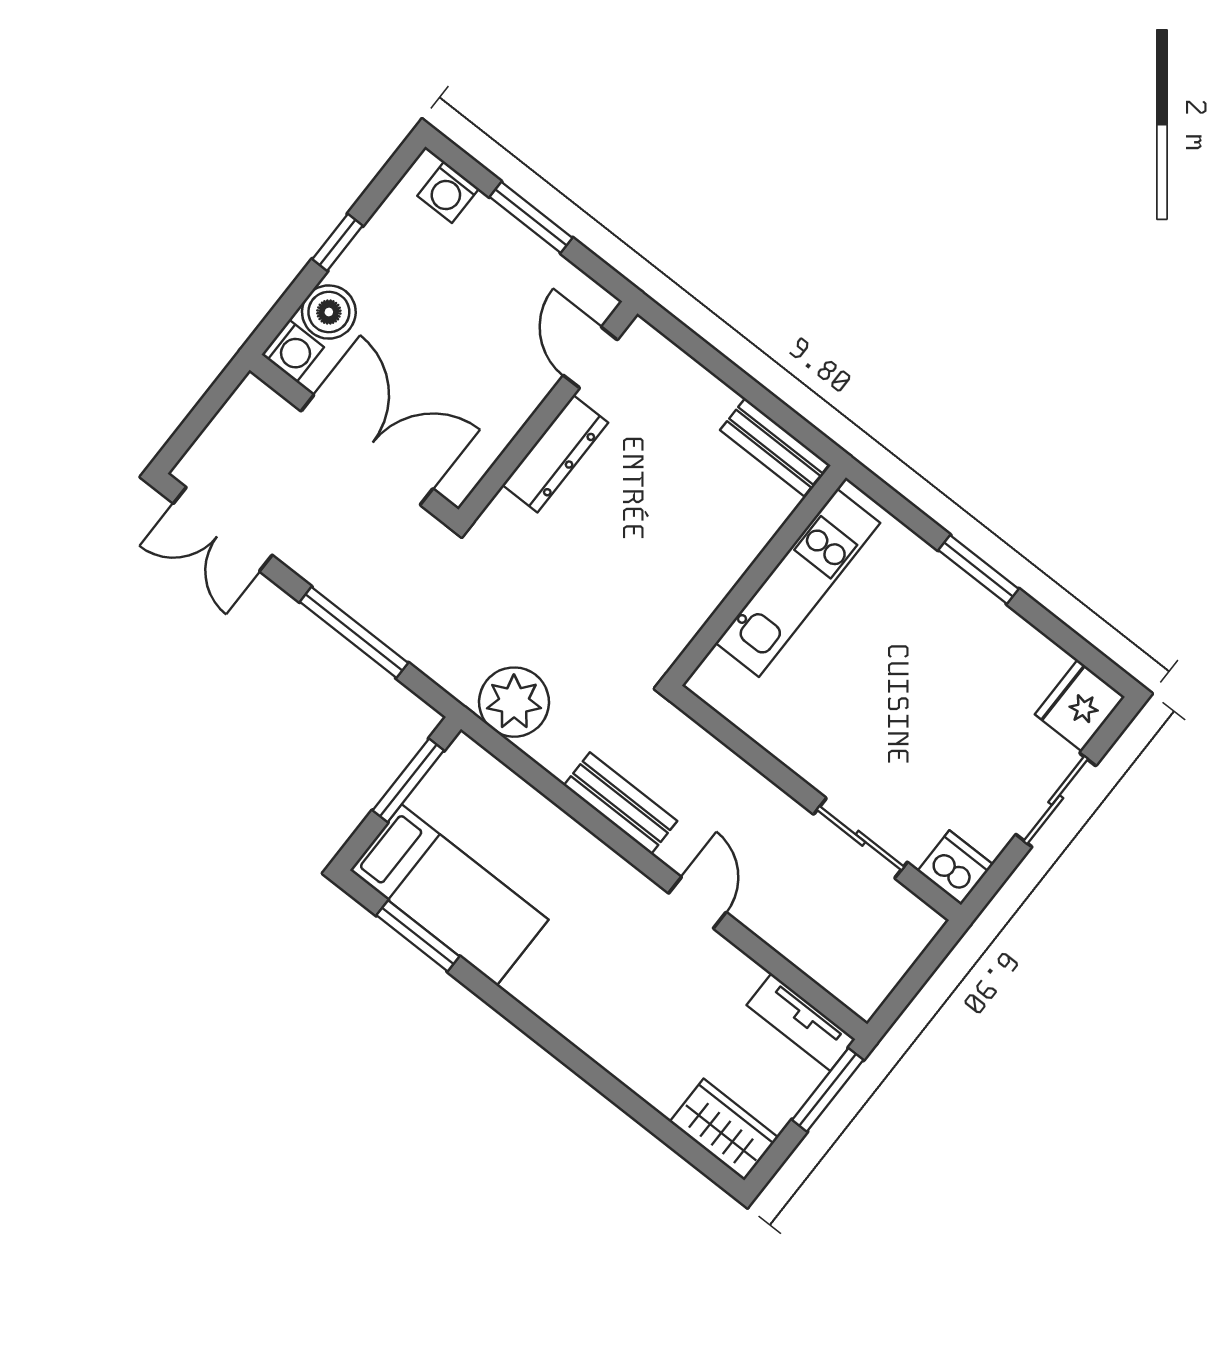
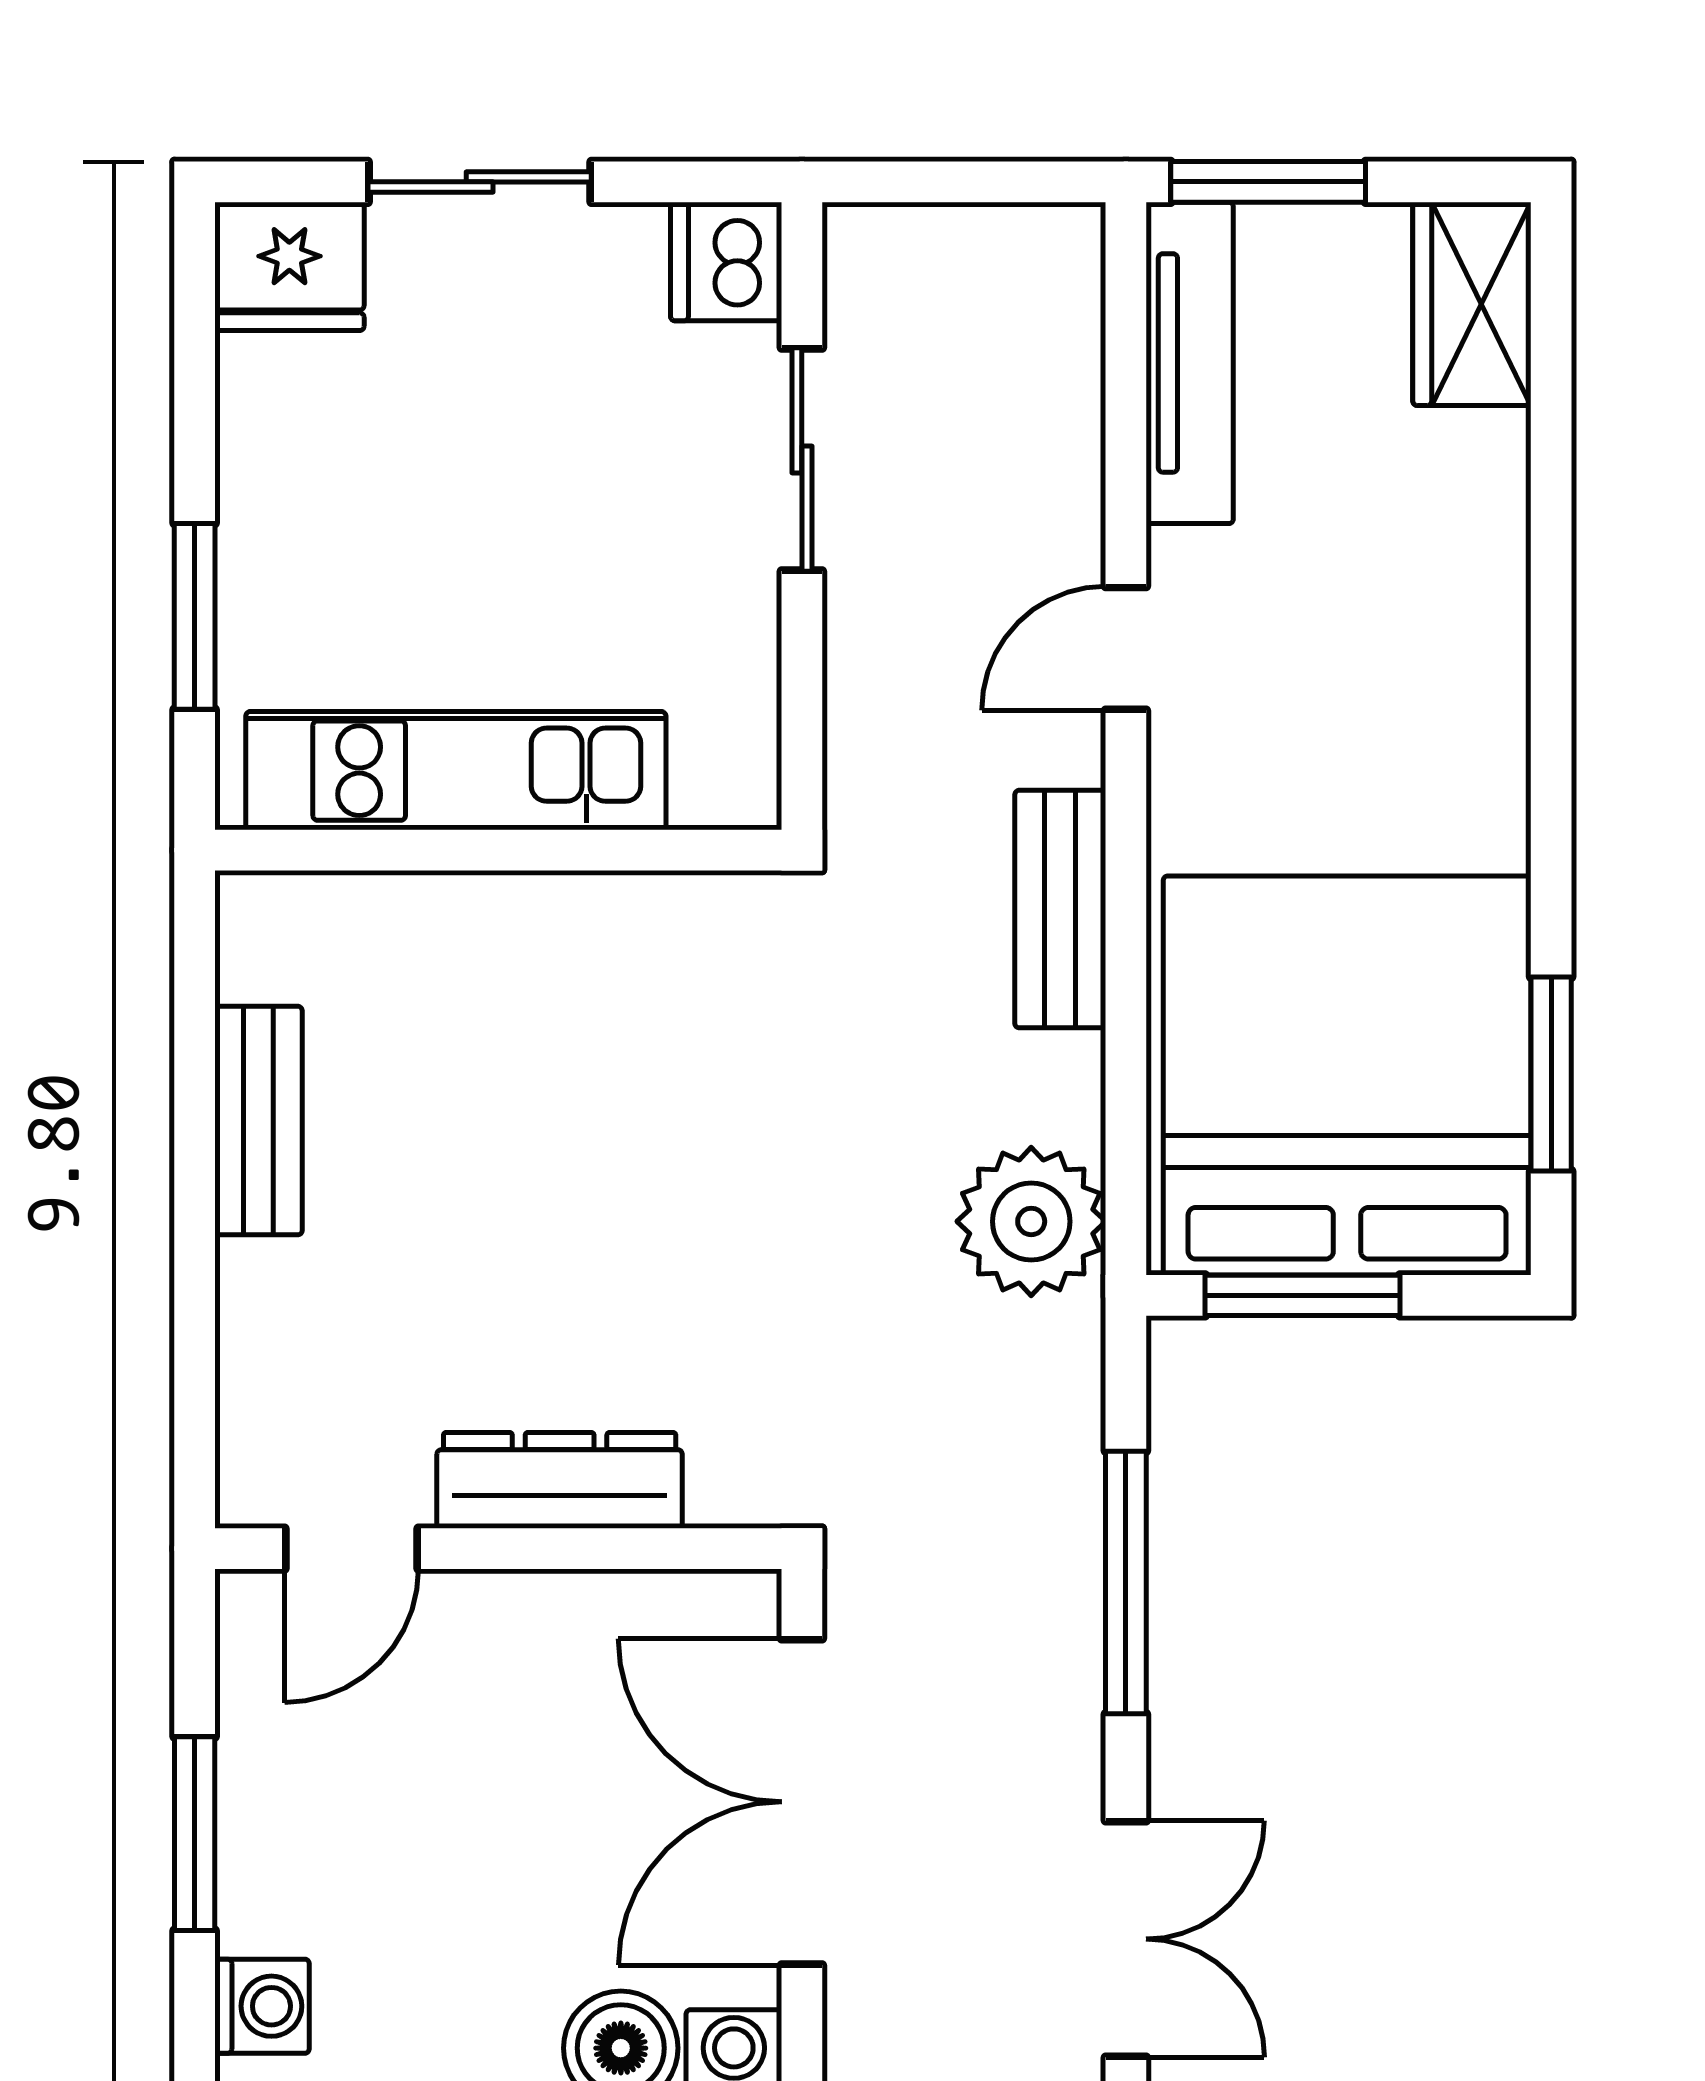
wall: (756, 576) -> (498, 850), moved
kitchen unit: (798, 583) -> (456, 771), moved
bed: (449, 895) -> (1347, 1076), width x2.04
tv unit: (801, 1022) -> (1190, 363), width x1.41

